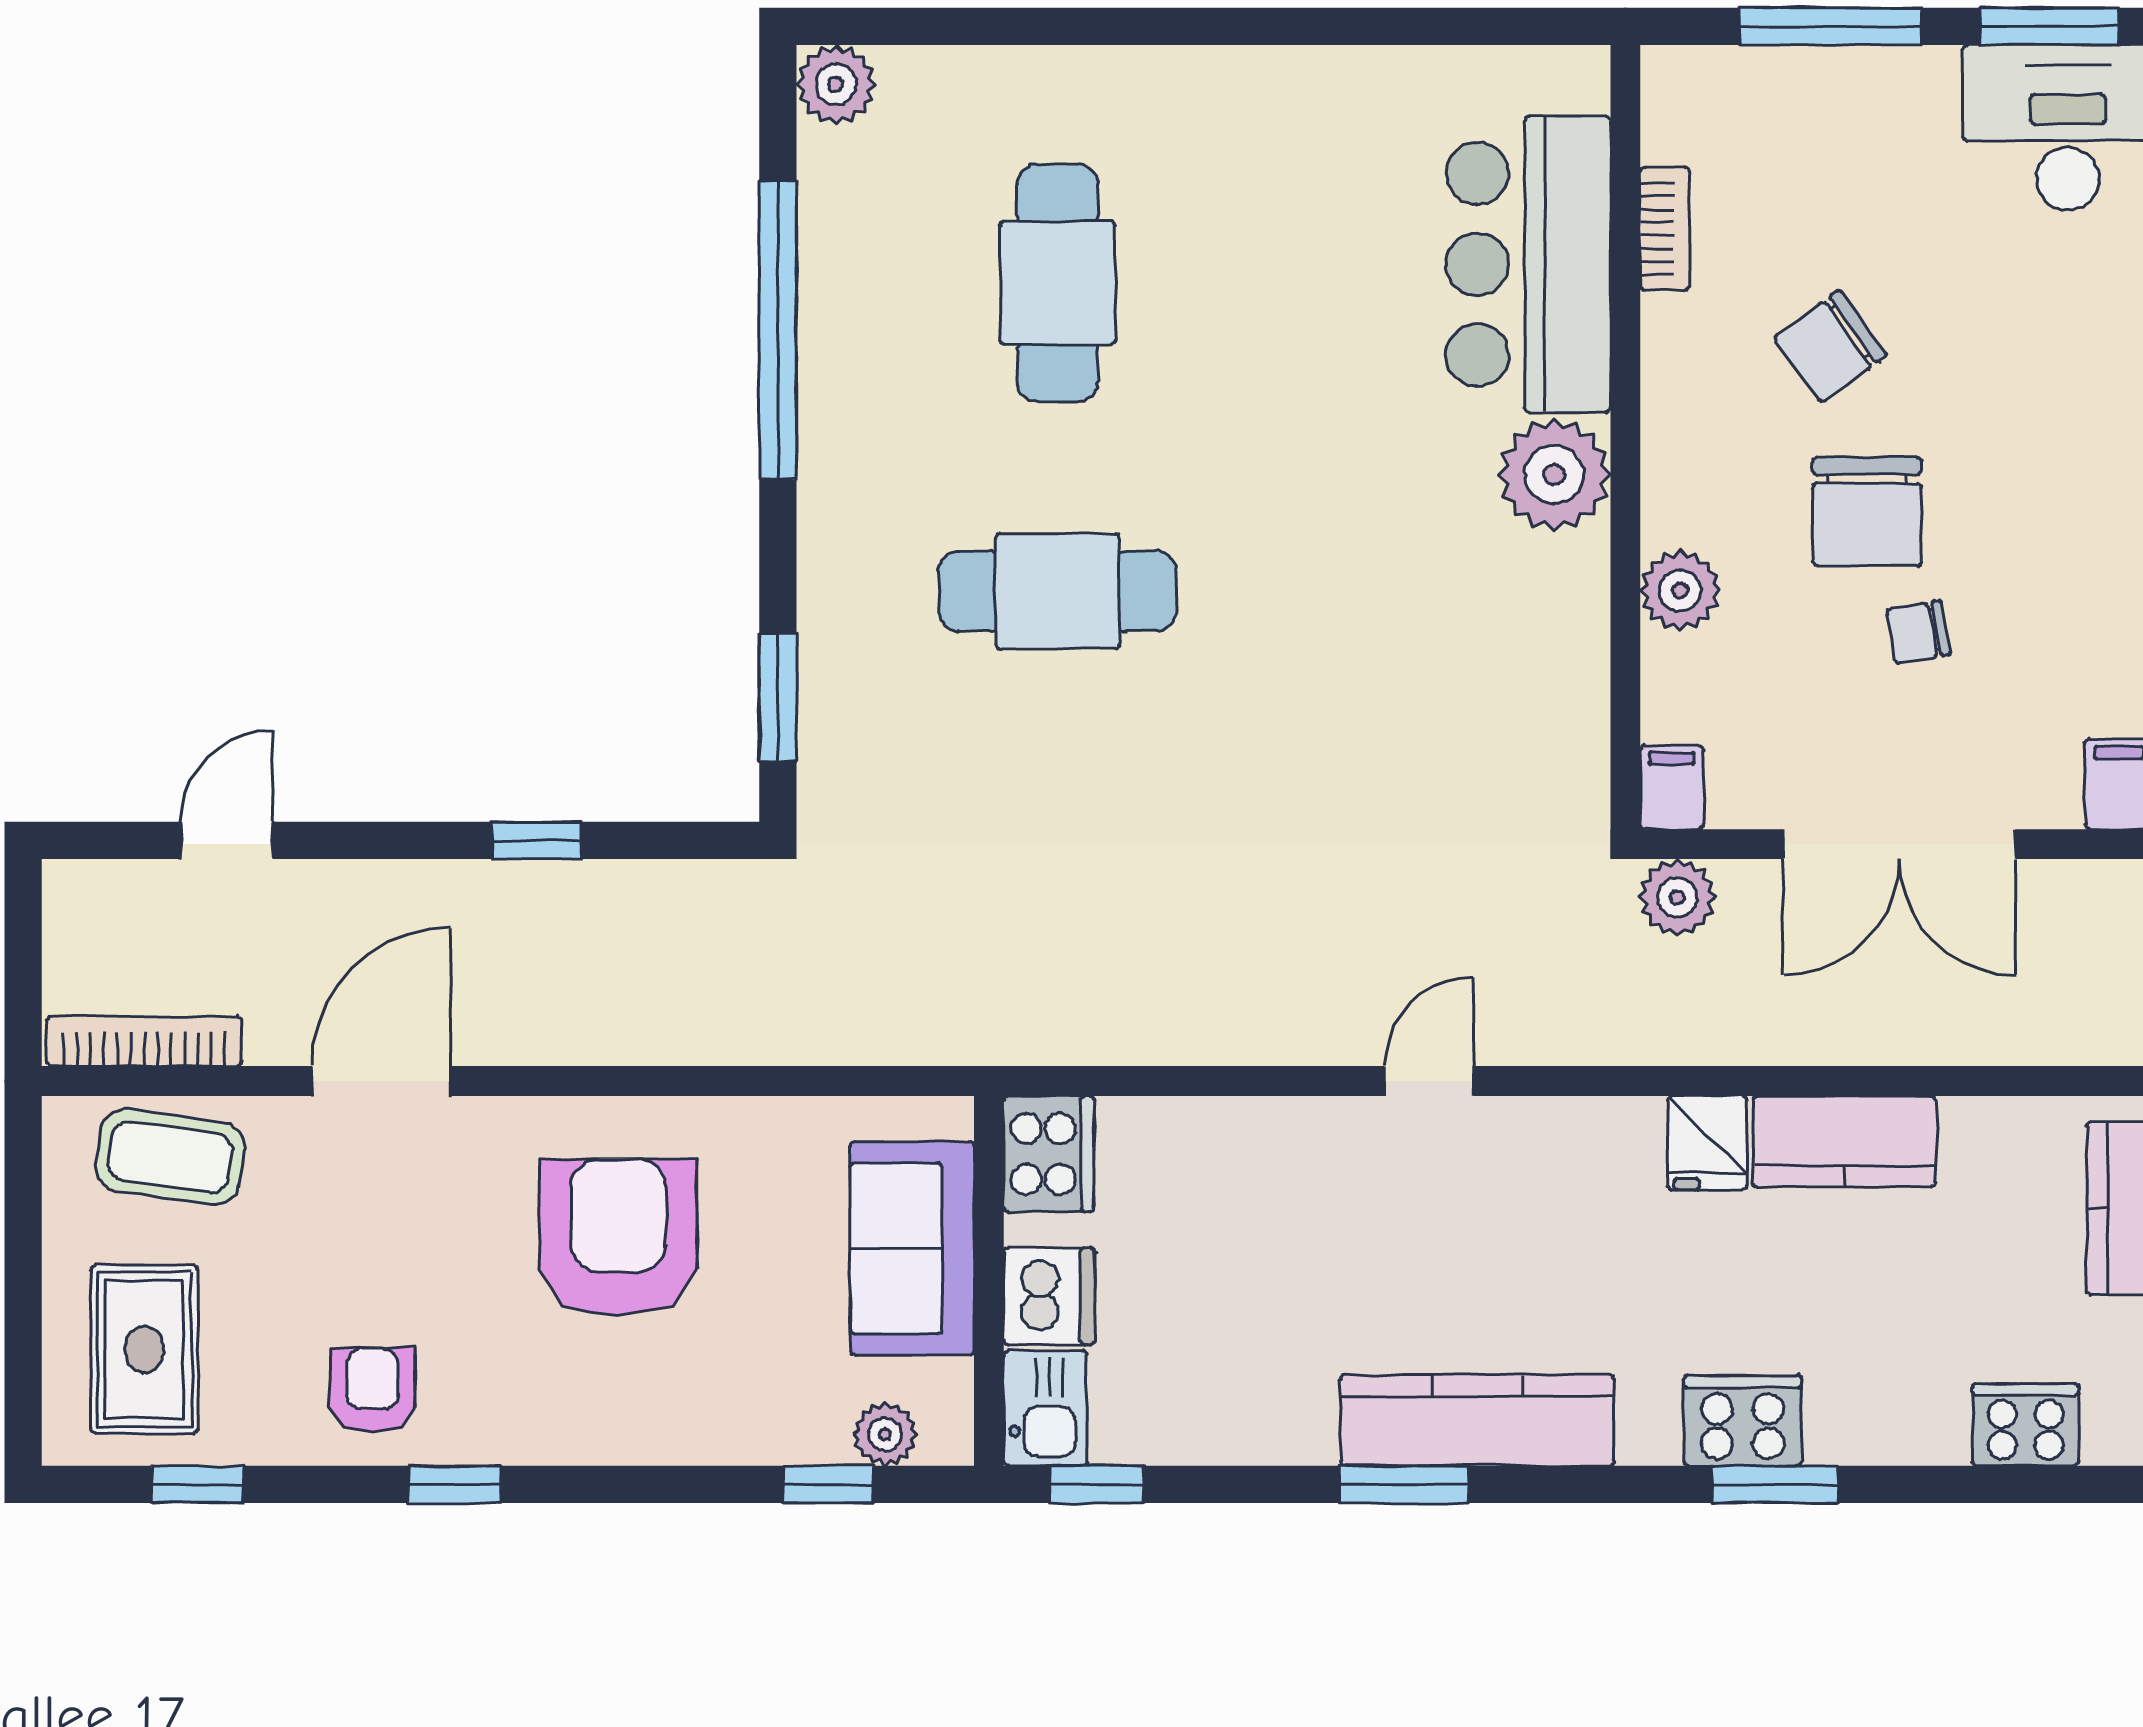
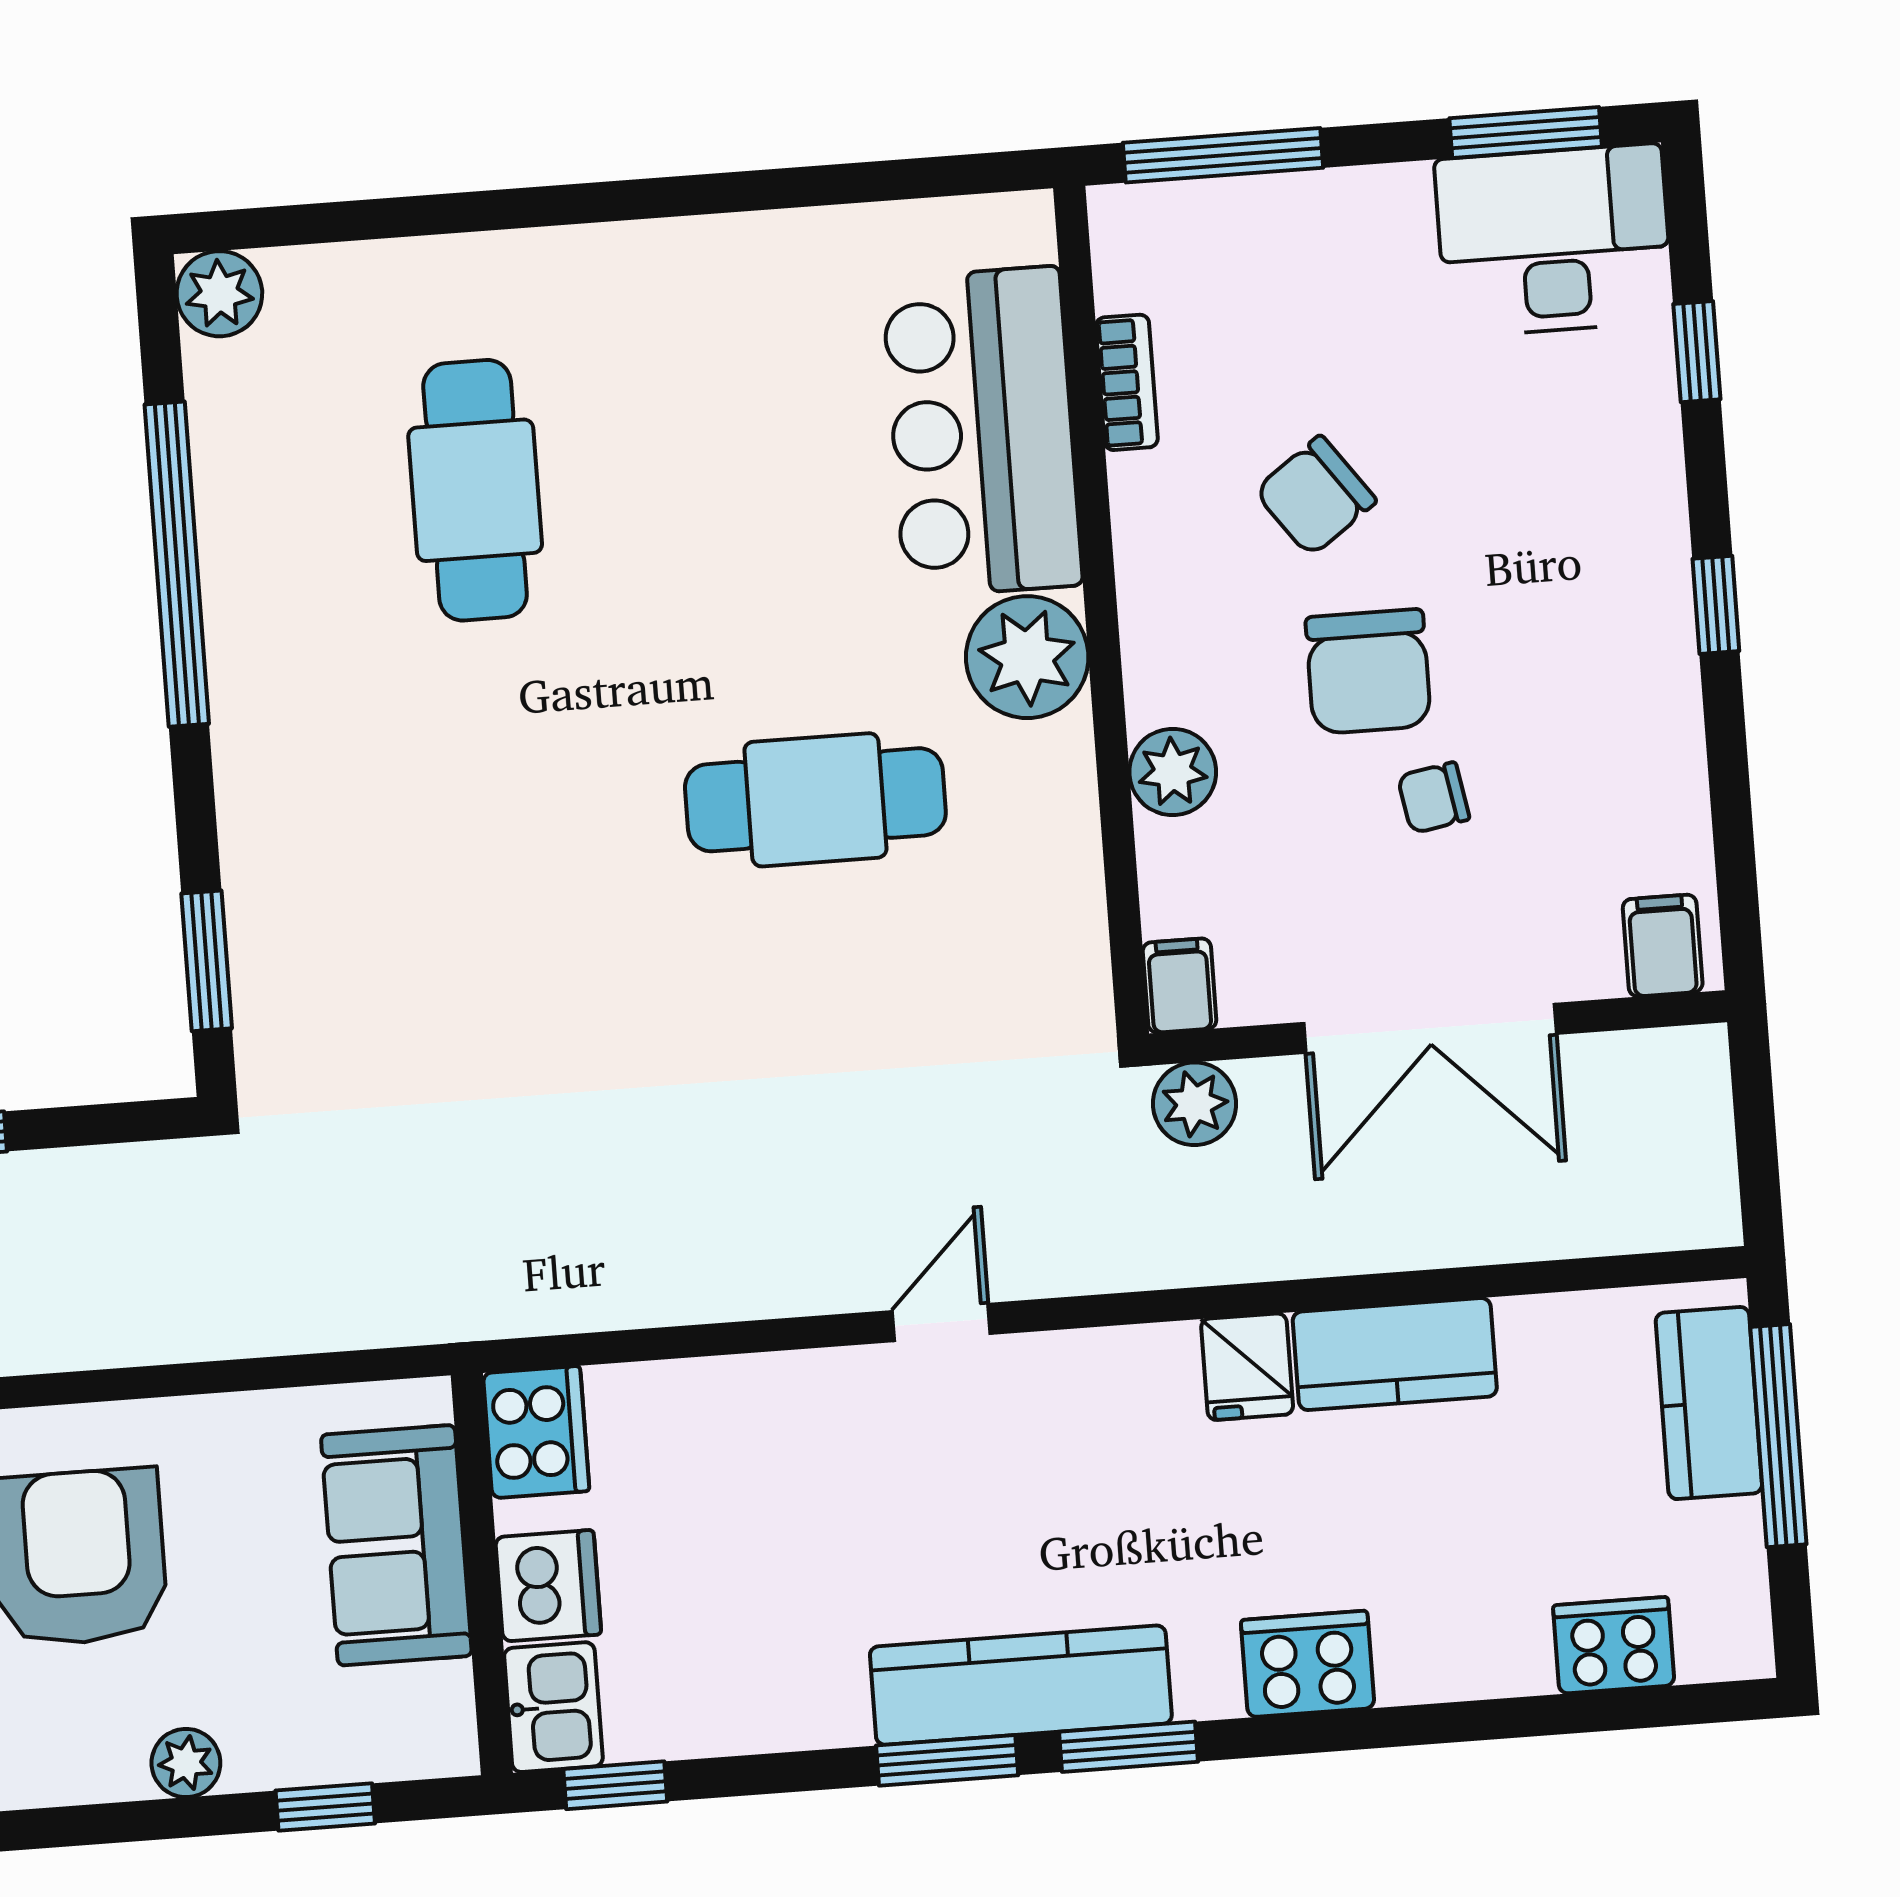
window: (1831, 26) -> (1223, 155), moved
cafe table: (1058, 591) -> (815, 800), moved
plant: (885, 1434) -> (186, 1763), moved
window: (1775, 1484) -> (1128, 1747), moved

